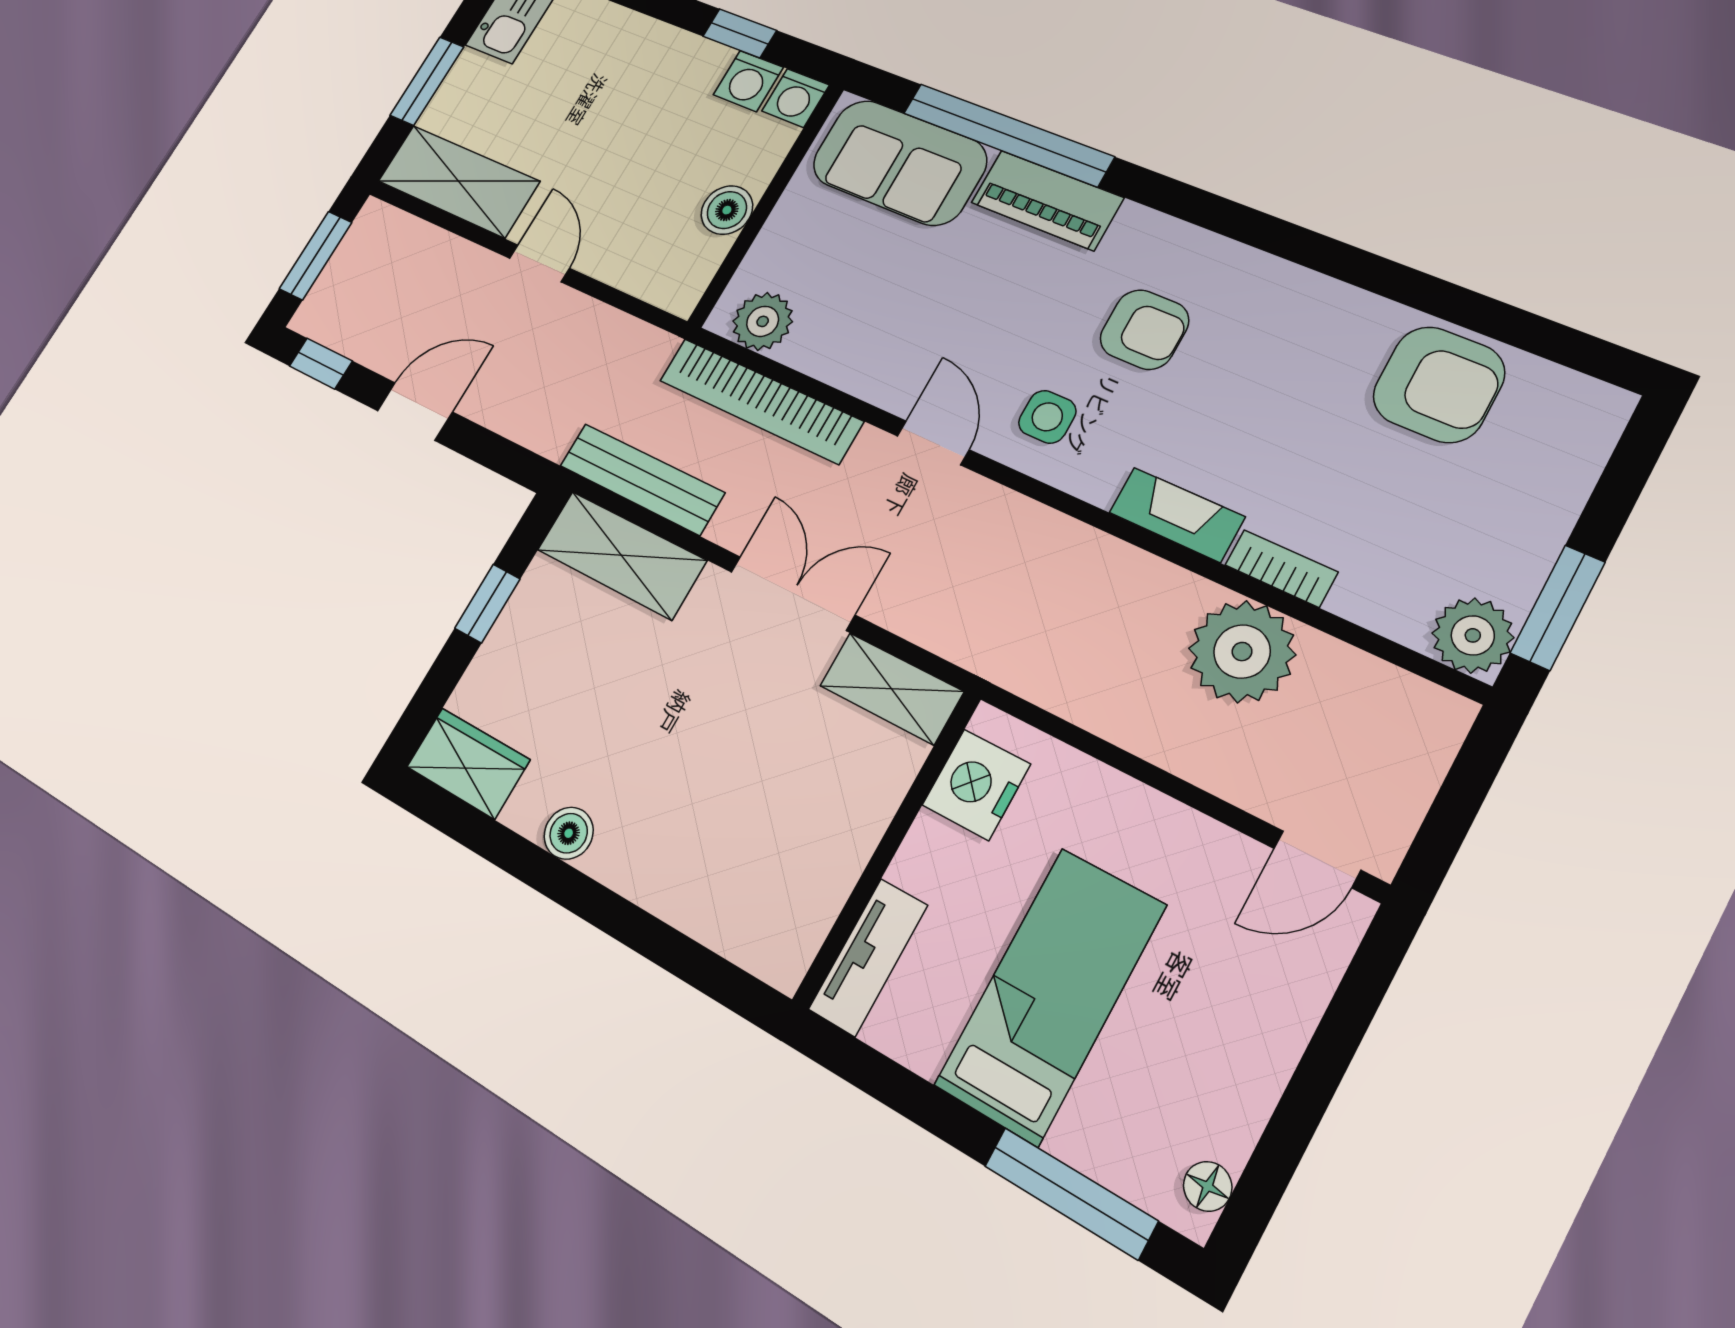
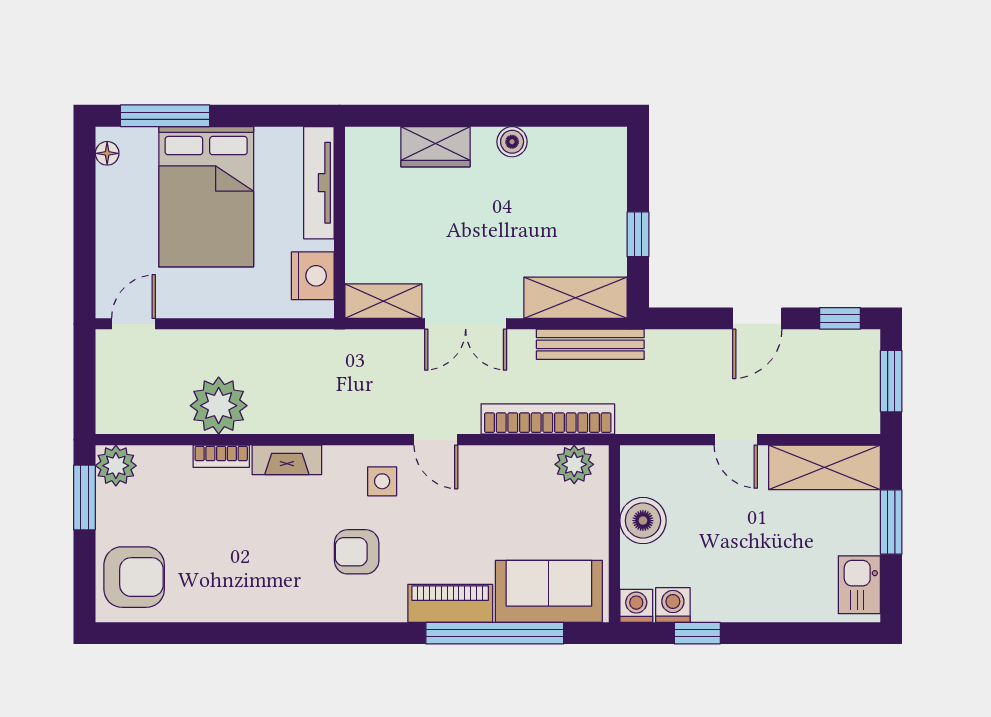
boiler: (727, 210) -> (643, 521), width x1.36, depth x1.36
armchair: (1439, 384) -> (134, 577), moved, turned 180
wardrobe: (468, 763) -> (435, 147), moved
tv unit: (868, 957) -> (319, 183), width x1.41
bed: (1050, 995) -> (206, 197), width x1.50

